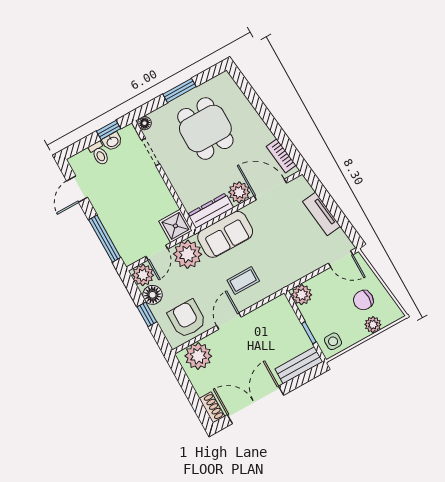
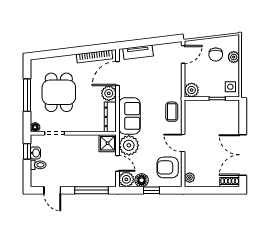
window: (180, 90) -> (27, 95), width x1.44
dining table: (205, 129) -> (59, 92), turned 90
bookcase: (281, 156) -> (94, 56), width x1.56
tv unit: (321, 214) -> (138, 52), moved
coffee table: (243, 281) -> (172, 112), moved
plant: (198, 356) -> (190, 178), width x0.53, depth x0.53
bench: (299, 365) -> (233, 115), removed

